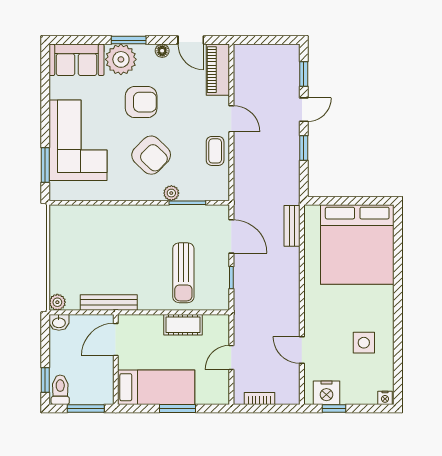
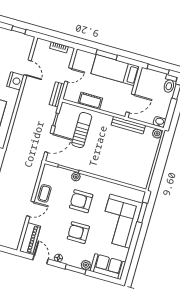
plant: (121, 59) -> (86, 265), width x0.53, depth x0.53
door: (231, 119) -> (30, 209), swing flipped
armchair: (151, 155) -> (81, 201), turned -44
bench: (292, 226) -> (57, 94), moved
door: (231, 236) -> (49, 143), swing flipped
nightstand: (326, 393) -> (15, 81), moved, turned 90

